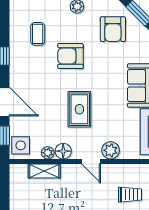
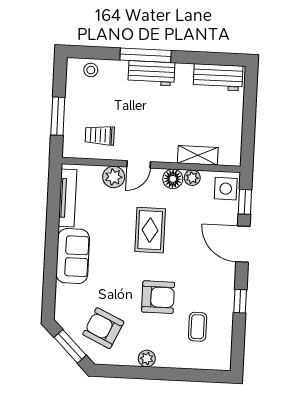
armchair: (113, 29) -> (103, 328), turned -65
door: (91, 161) -> (139, 164), swing flipped
trolley: (130, 195) -> (100, 135), moved

